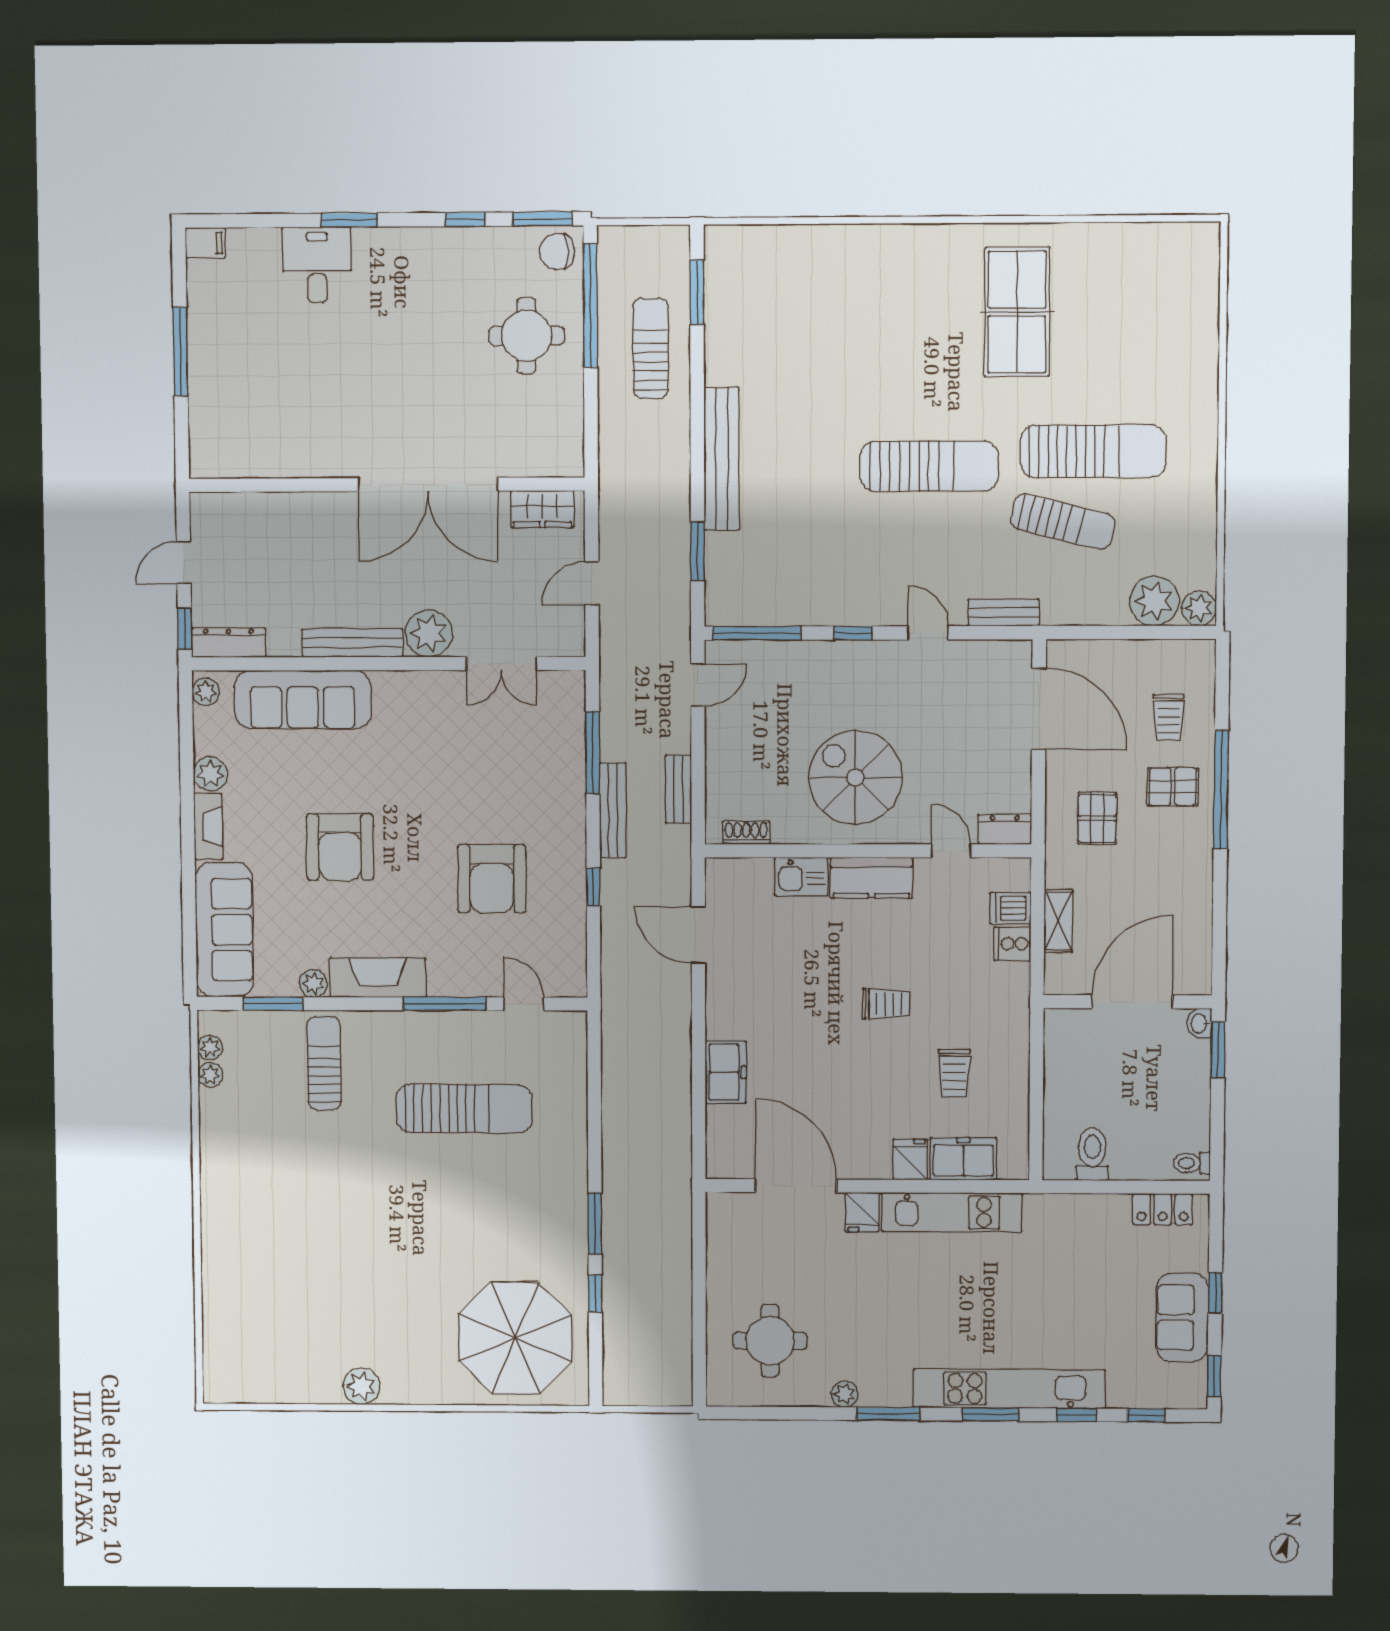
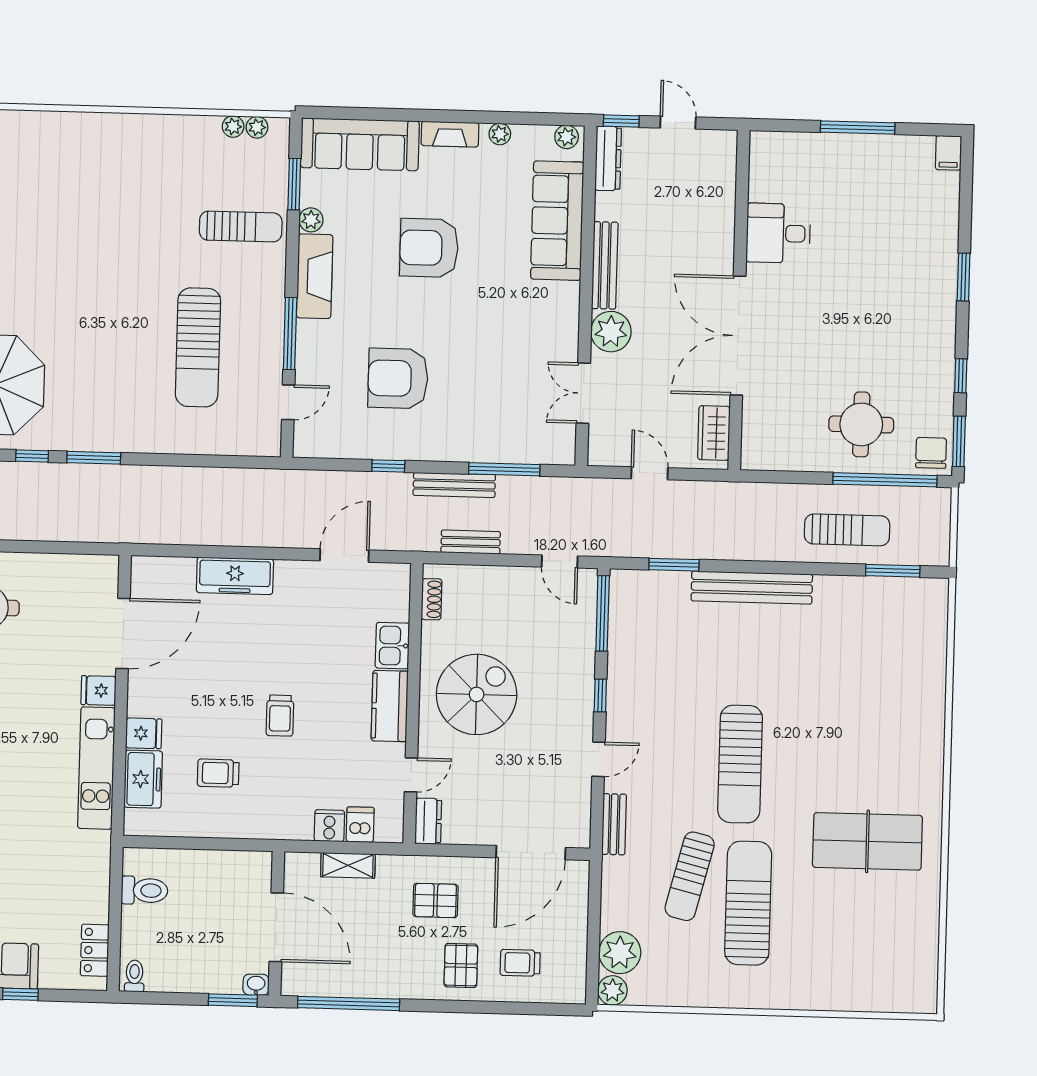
desk: (317, 265) -> (778, 233), moved, turned 180
sun lounger: (1093, 451) -> (748, 903), turned 180
plant: (210, 774) -> (500, 134), width x0.73, depth x0.73
window: (1221, 790) -> (349, 1003), moved
freezer: (726, 1072) -> (235, 576), width x1.40

